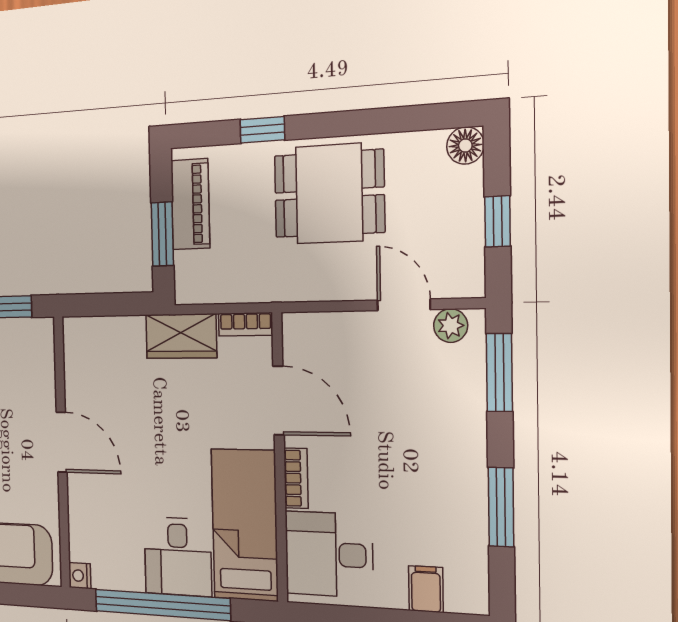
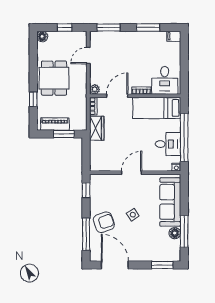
plant: (451, 326) -> (95, 89), moved
desk: (178, 557) -> (168, 144), moved
filing cabinet: (426, 589) -> (174, 36), moved

